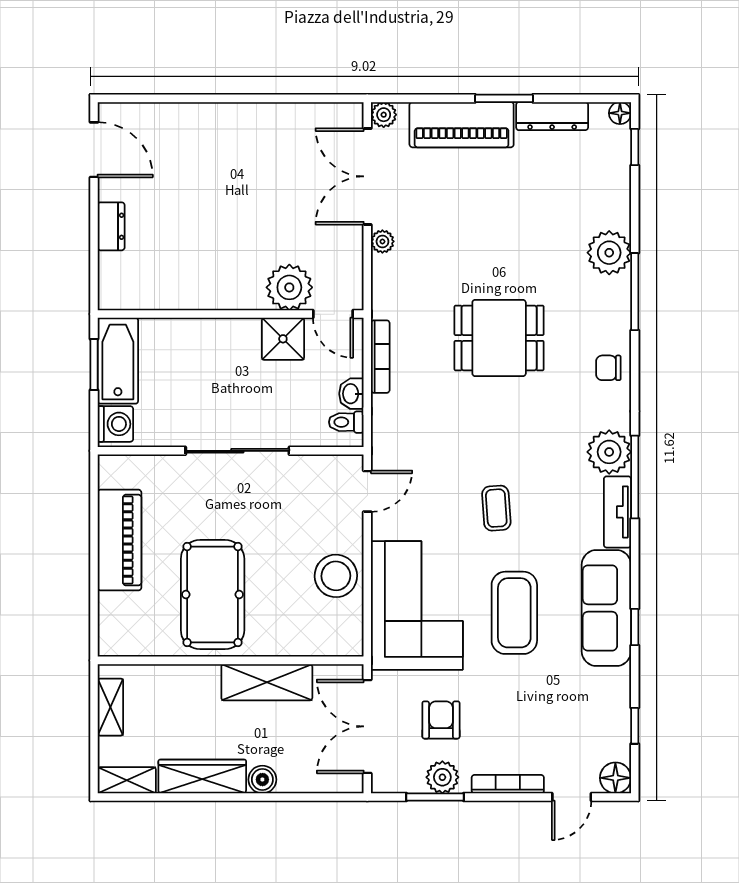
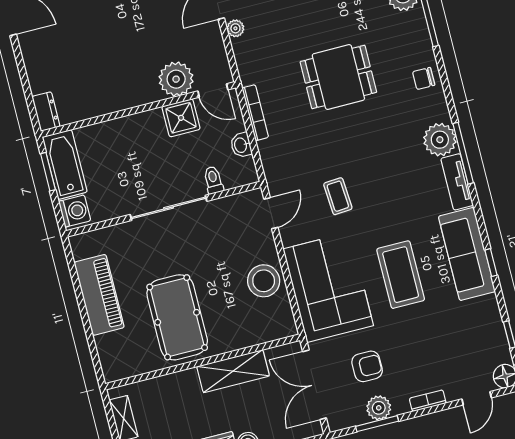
dresser: (111, 226) -> (46, 112), moved
toilet: (346, 422) -> (213, 180), moved, turned 90
coffee table: (496, 508) -> (338, 196), moved
armchair: (441, 720) -> (367, 366), turned 90
bookcase: (508, 784) -> (428, 401), width x0.64

